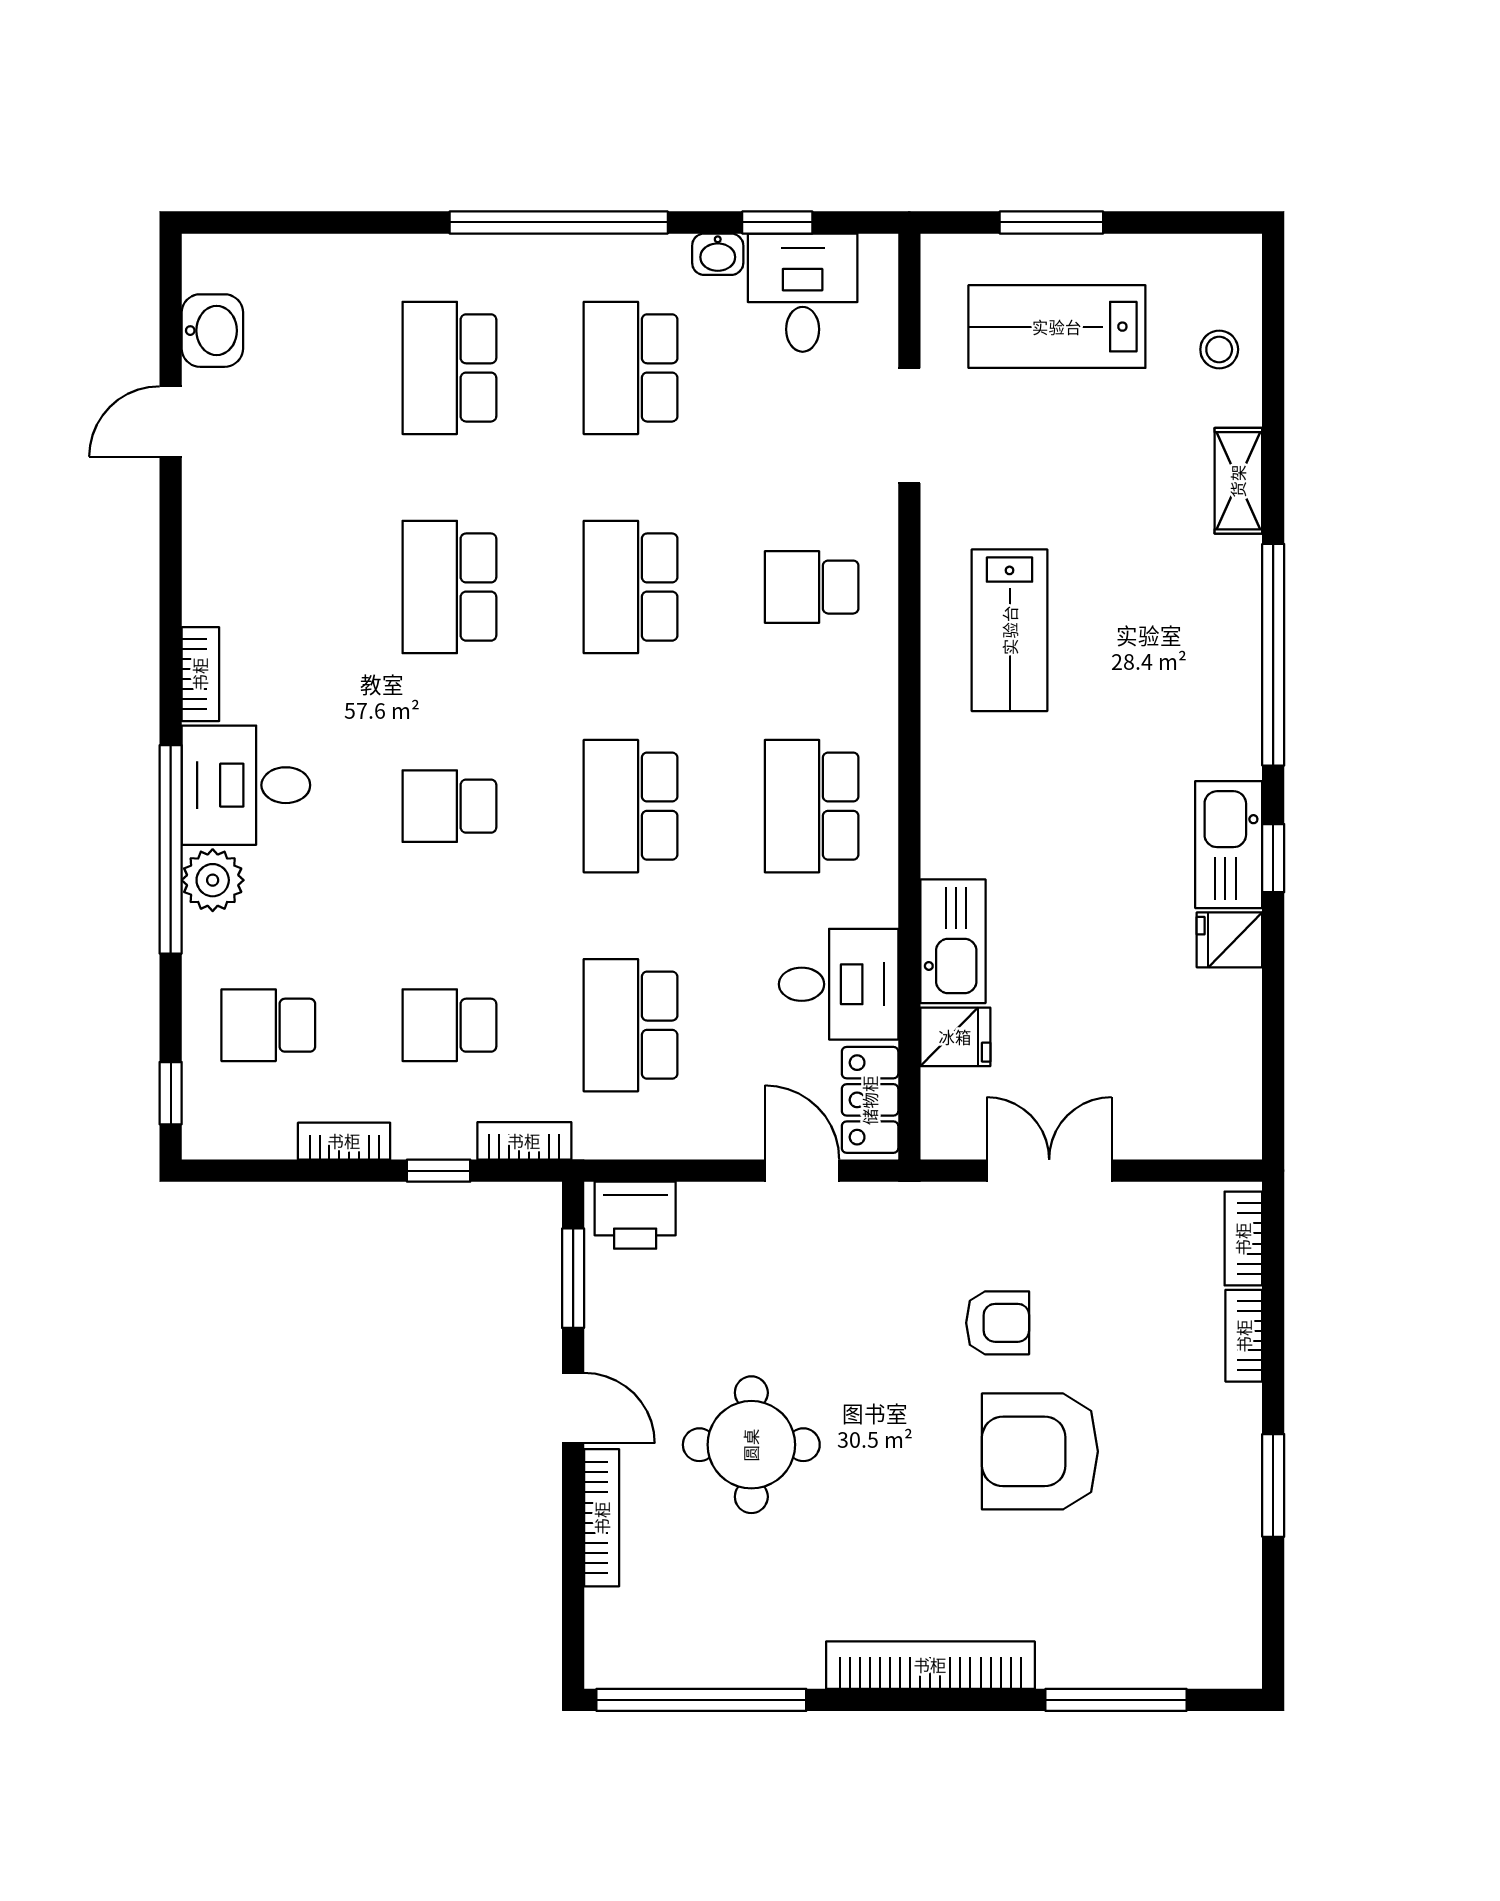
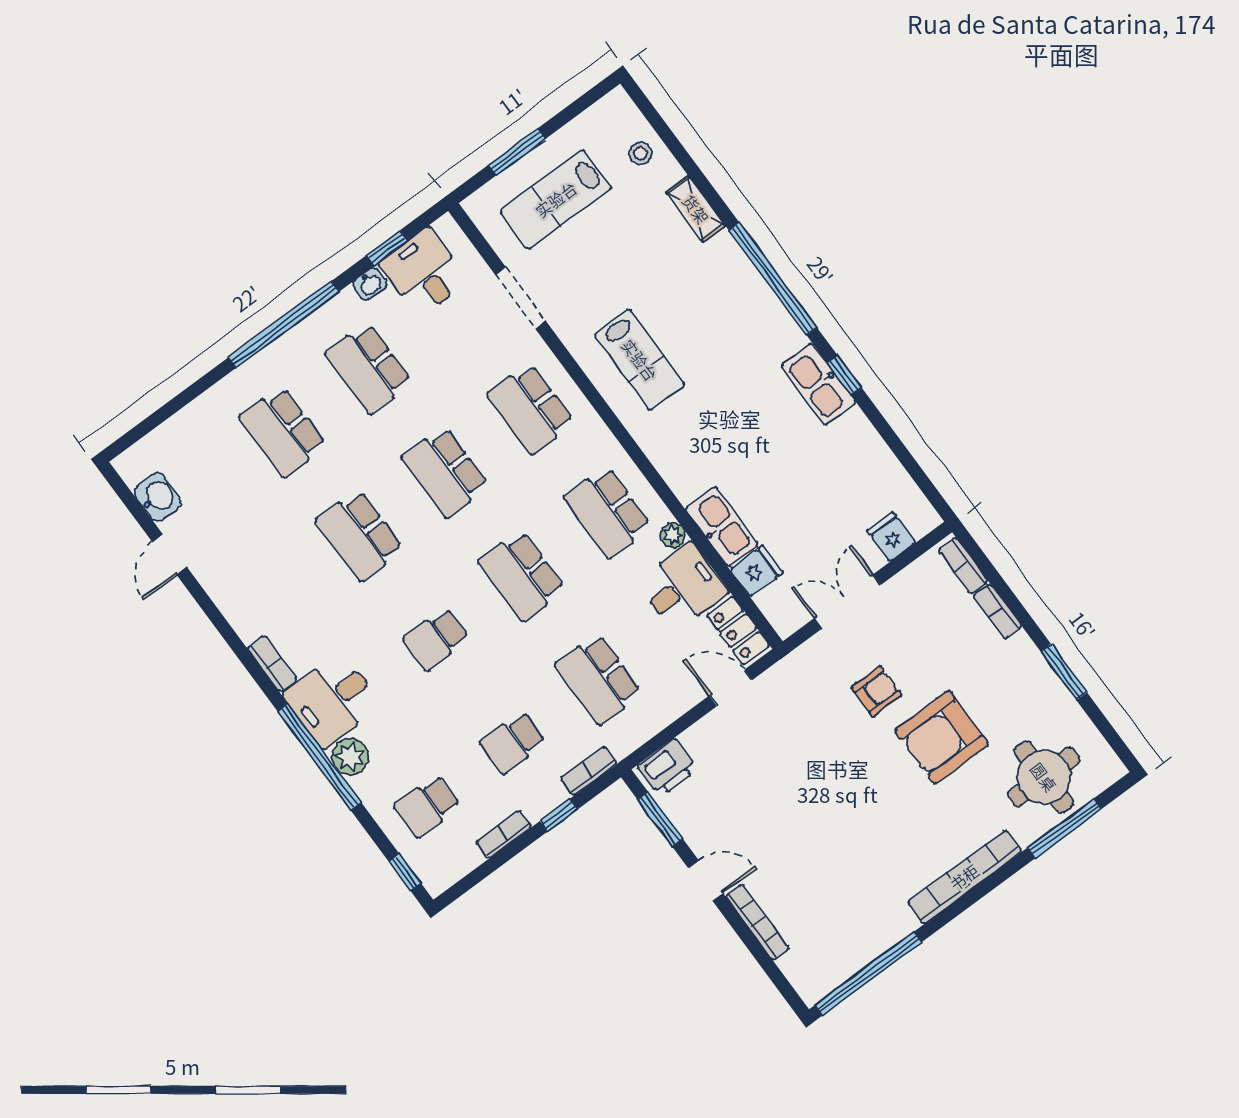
school desk: (812, 587) -> (531, 408), width x1.85
plant: (877, 904) -> (673, 535), added
fridge: (1229, 940) -> (891, 537), moved, turned 90
round table: (751, 1445) -> (1044, 777), moved

